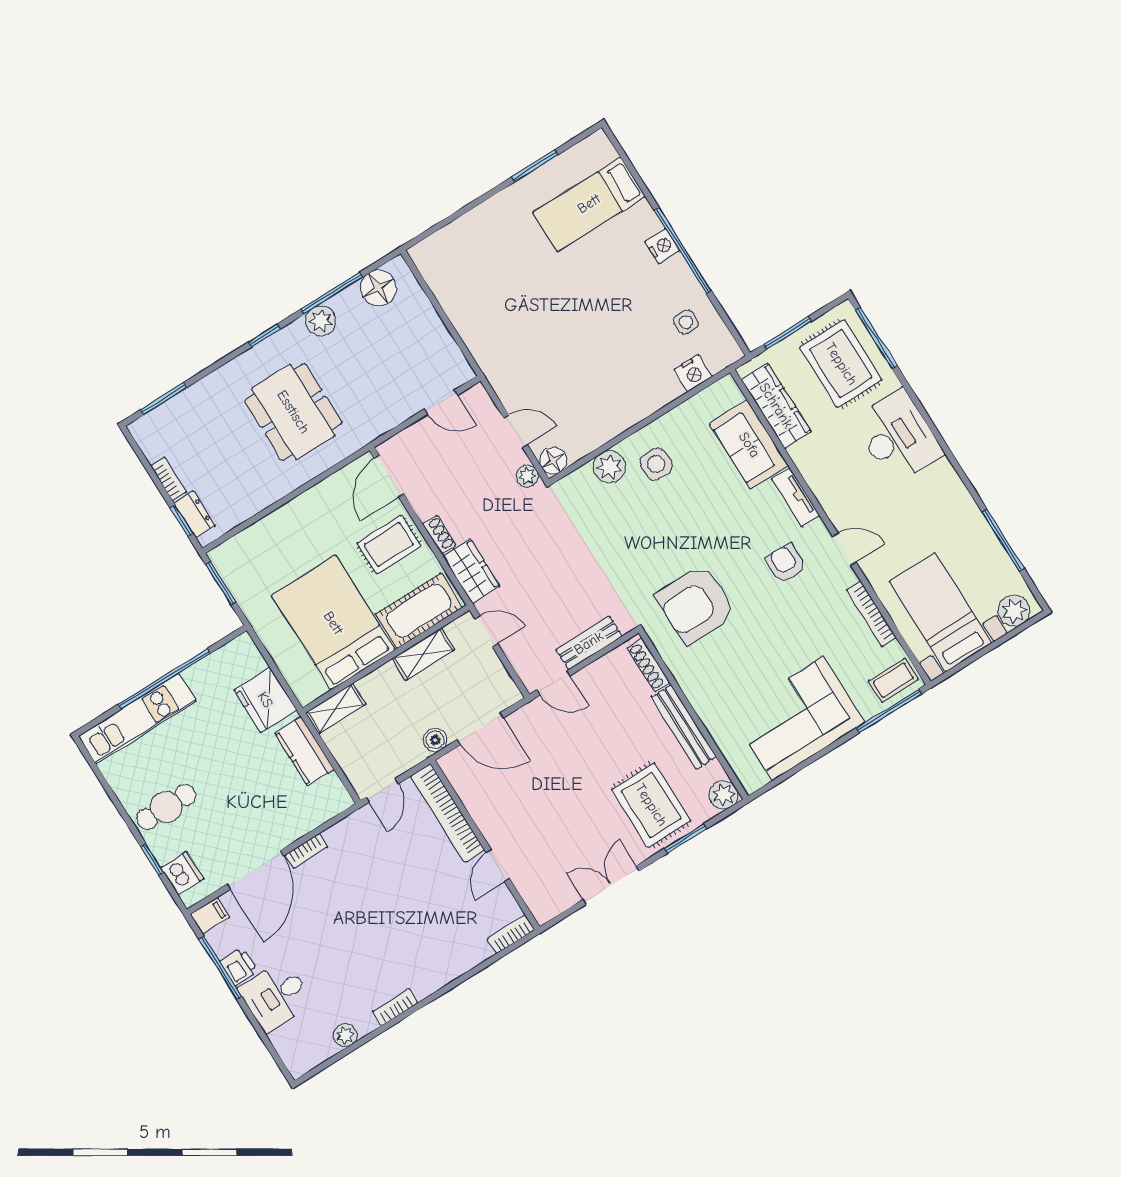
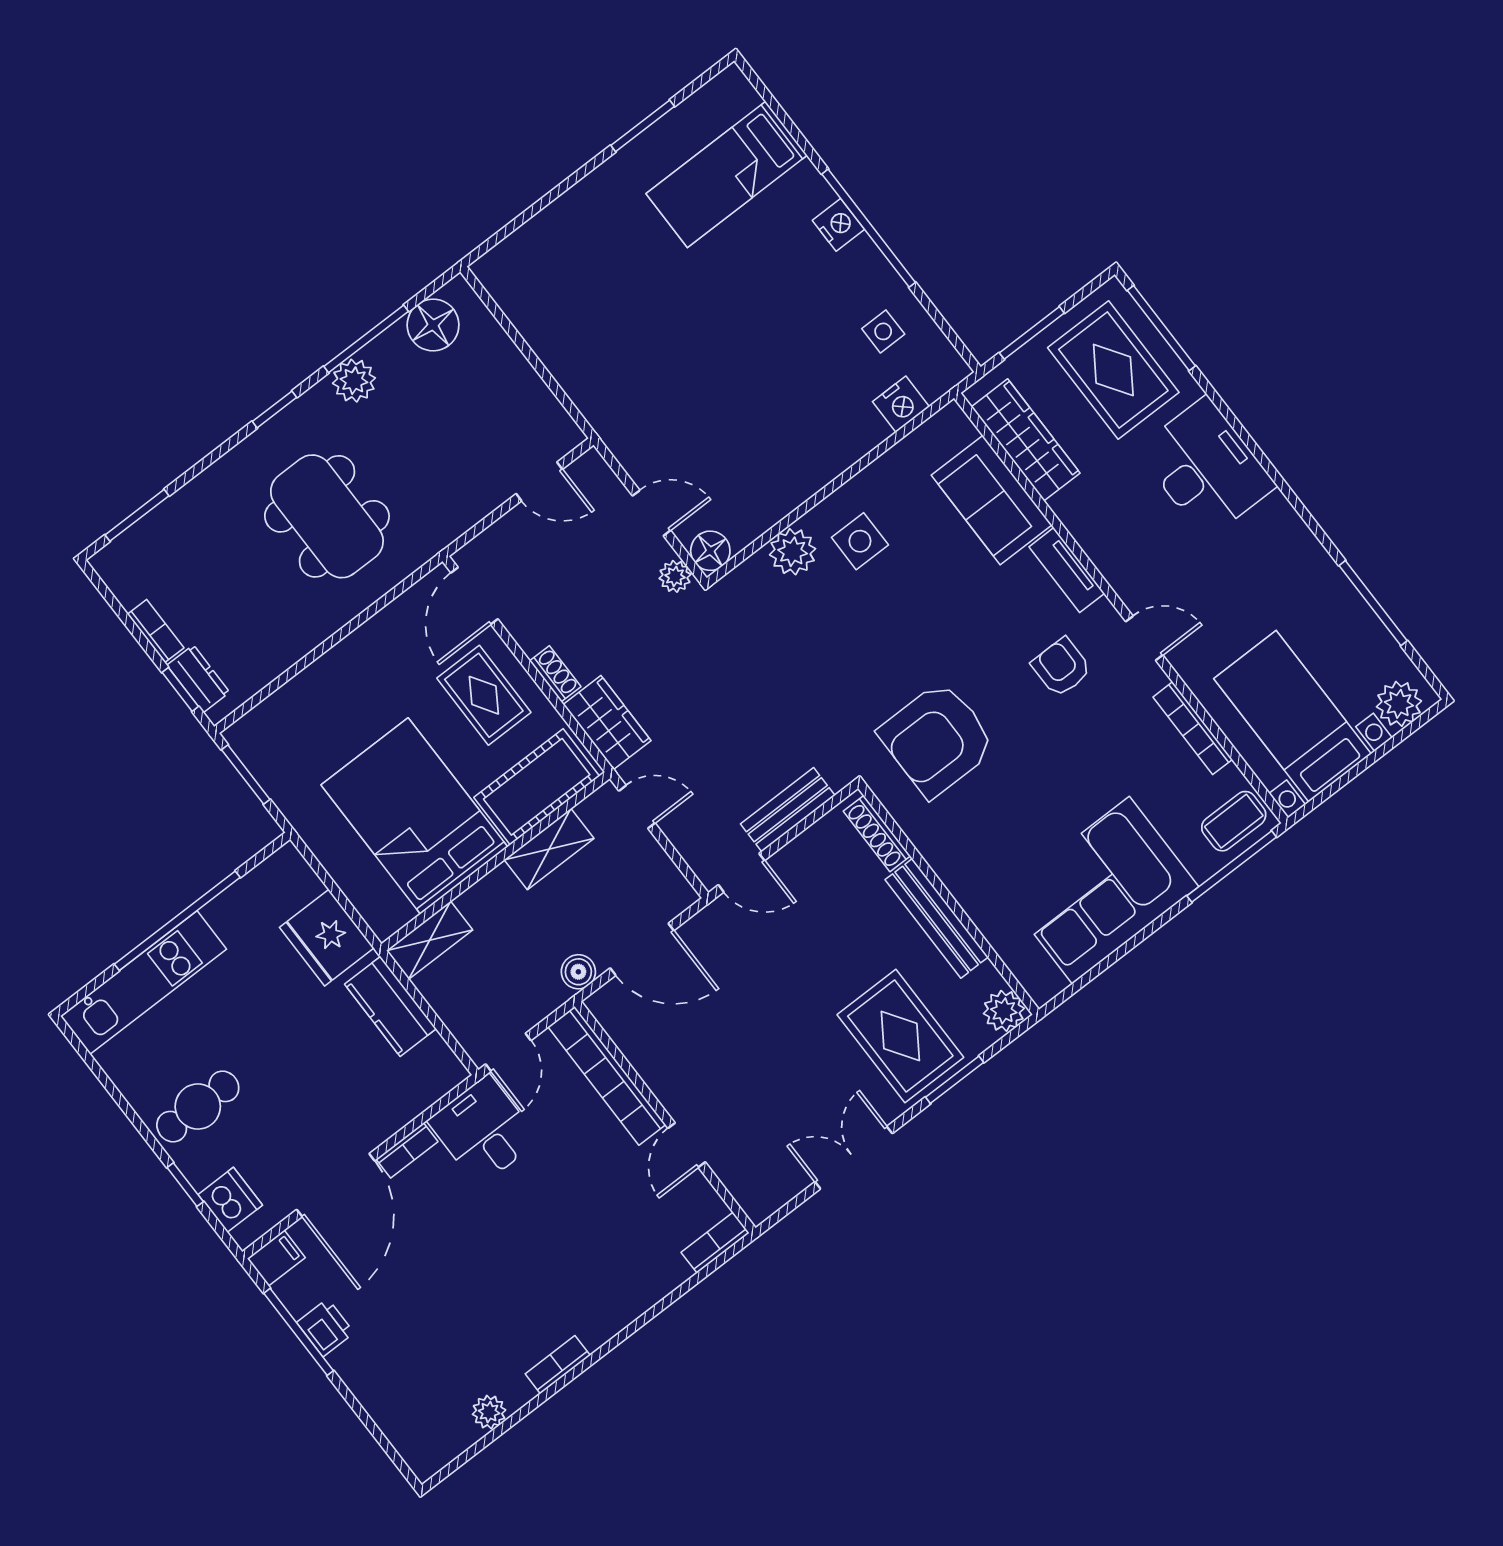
rug: (389, 545) -> (484, 695), turned 90
desk: (276, 996) -> (484, 1130), moved, turned 90

